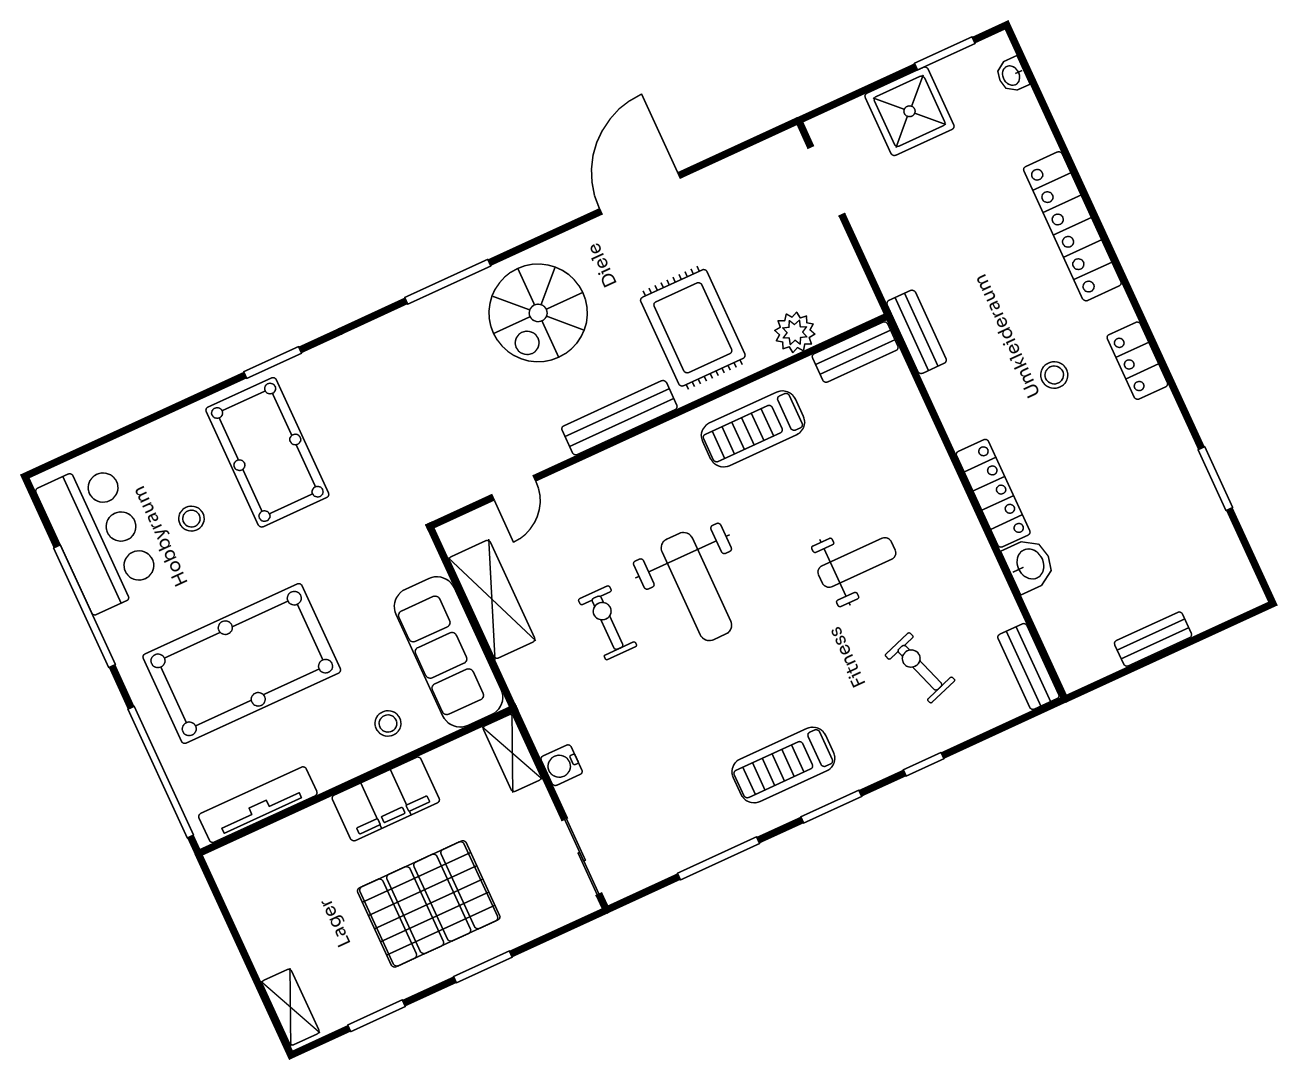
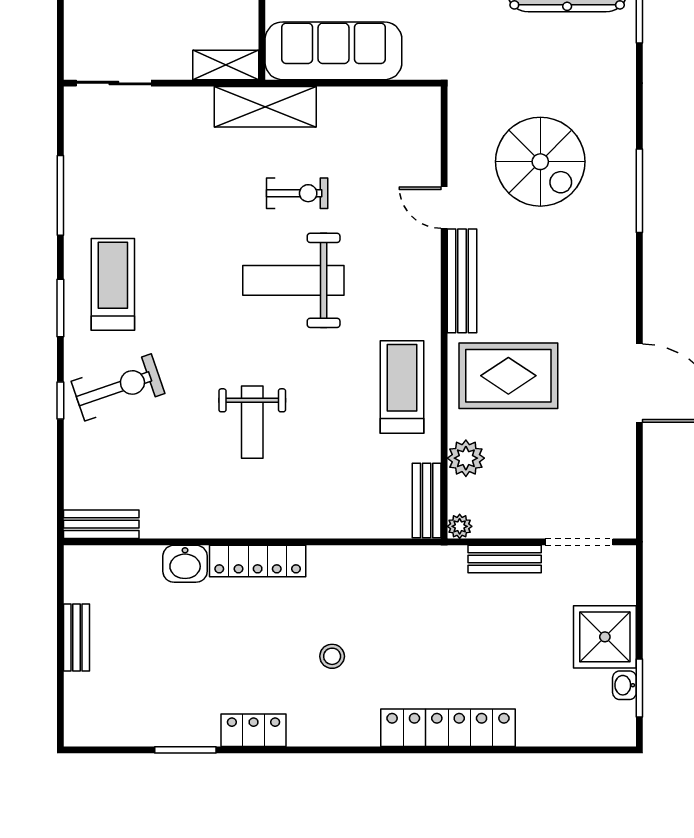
washbasin: (1012, 75) -> (624, 685), moved, turned -90
plant: (866, 307) -> (460, 526), added
spiral stairs: (538, 313) -> (540, 162), moved, turned 180
bench: (917, 332) -> (505, 559), moved
locker: (1137, 361) -> (254, 730), moved
door: (514, 488) -> (444, 208), moved
shelving: (492, 599) -> (265, 107), moved
exercise bike: (920, 668) -> (118, 387), moved, width x1.38, depth x1.39
water cooler: (562, 765) -> (197, 101), removed

